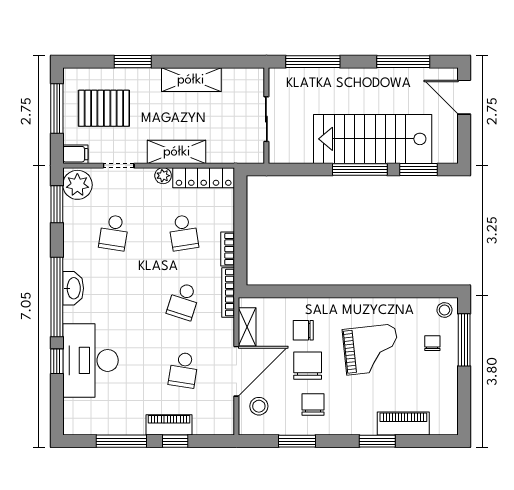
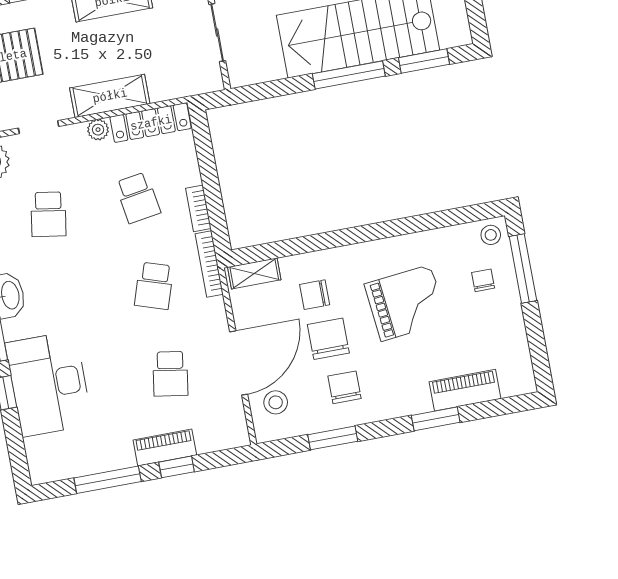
shelving: (247, 327) -> (254, 273), moved, turned 90

